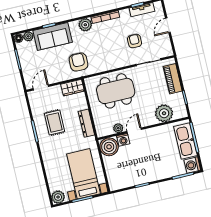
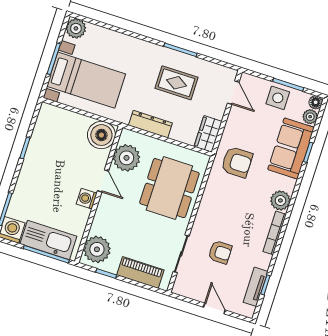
side table: (29, 61) -> (278, 98), added
plant: (164, 113) -> (97, 249), moved
plant: (118, 128) -> (127, 158), width x1.88, depth x1.88
washing machine: (123, 140) -> (87, 199), moved

